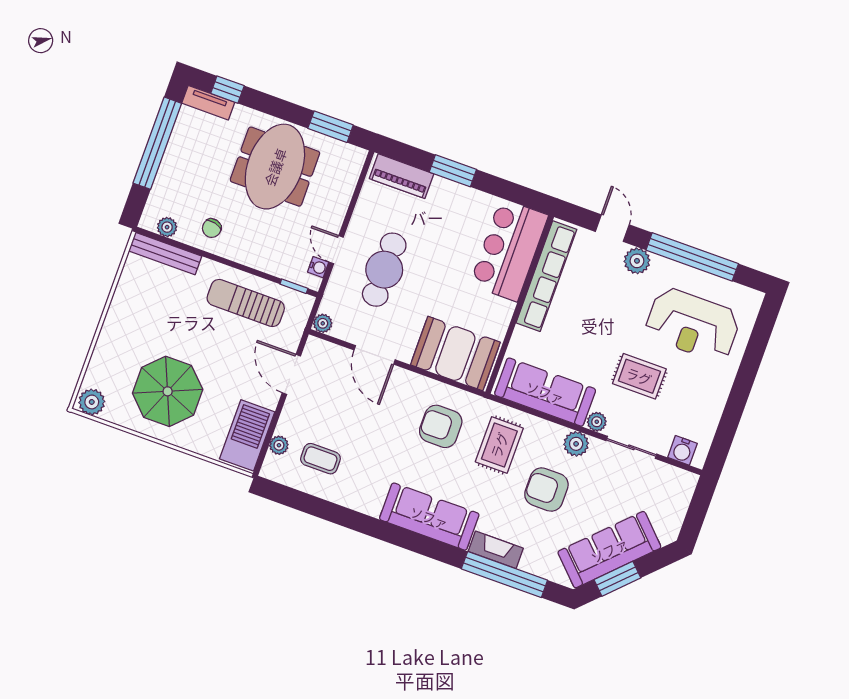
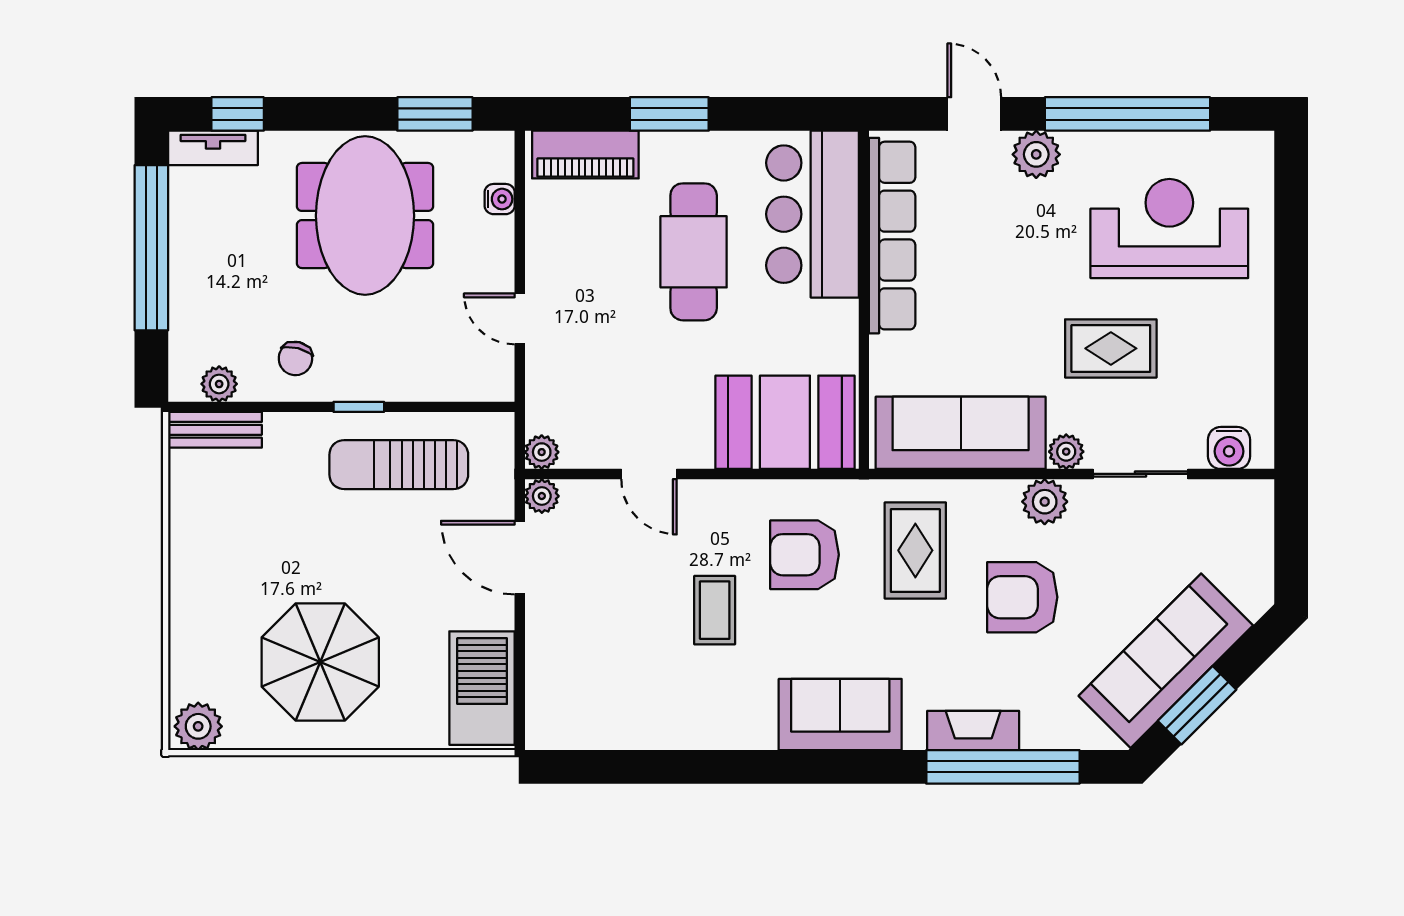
bench: (165, 253) -> (215, 430), width x0.73
water cooler: (318, 267) -> (500, 199), moved
cafe table: (384, 270) -> (694, 252), moved
window: (294, 286) -> (359, 407), moved
reception desk: (693, 325) -> (1169, 229), turned 180
door: (375, 355) -> (649, 474), width x0.73
plant: (279, 445) -> (542, 496), moved
coffee table: (320, 459) -> (715, 610), moved, turned 90
sofa: (429, 517) -> (840, 715), width x0.73

